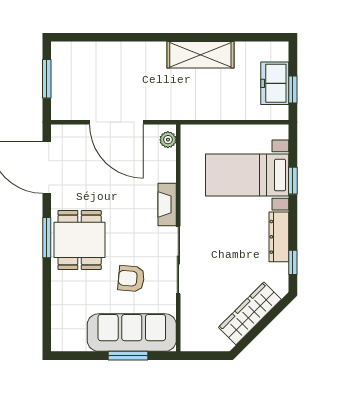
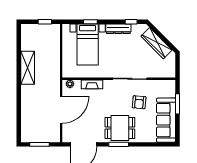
freezer: (275, 83) -> (42, 31), removed
fireplace: (167, 204) -> (92, 84), moved
sofa: (132, 333) -> (166, 120), moved

